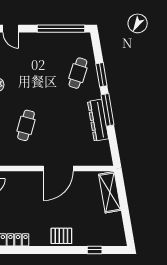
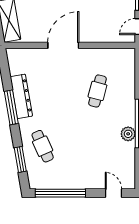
cafe table: (78, 73) -> (43, 146), turned -42
window: (101, 75) -> (20, 159), moved

